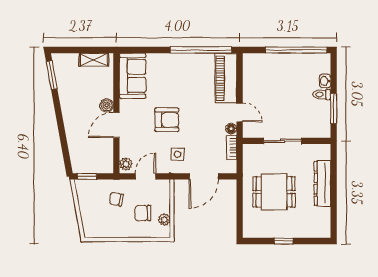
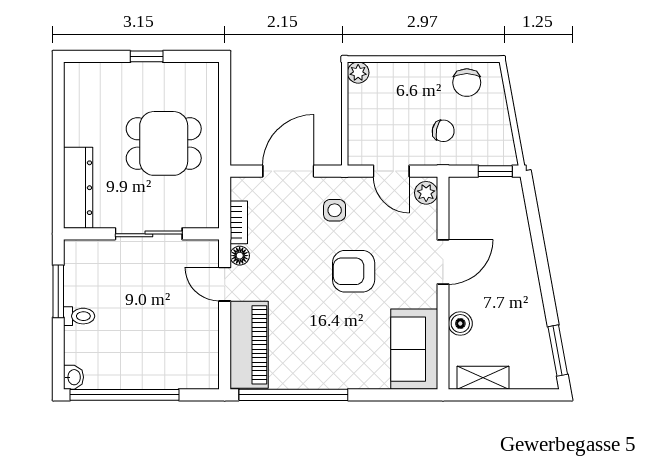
washbasin: (325, 81) -> (74, 377), moved
boiler: (107, 105) -> (460, 324), moved
door: (146, 176) -> (391, 171), hinge flipped
dresser: (322, 183) -> (78, 188), moved
chair: (143, 213) -> (467, 83), moved, turned 90
plant: (164, 220) -> (358, 73), moved

